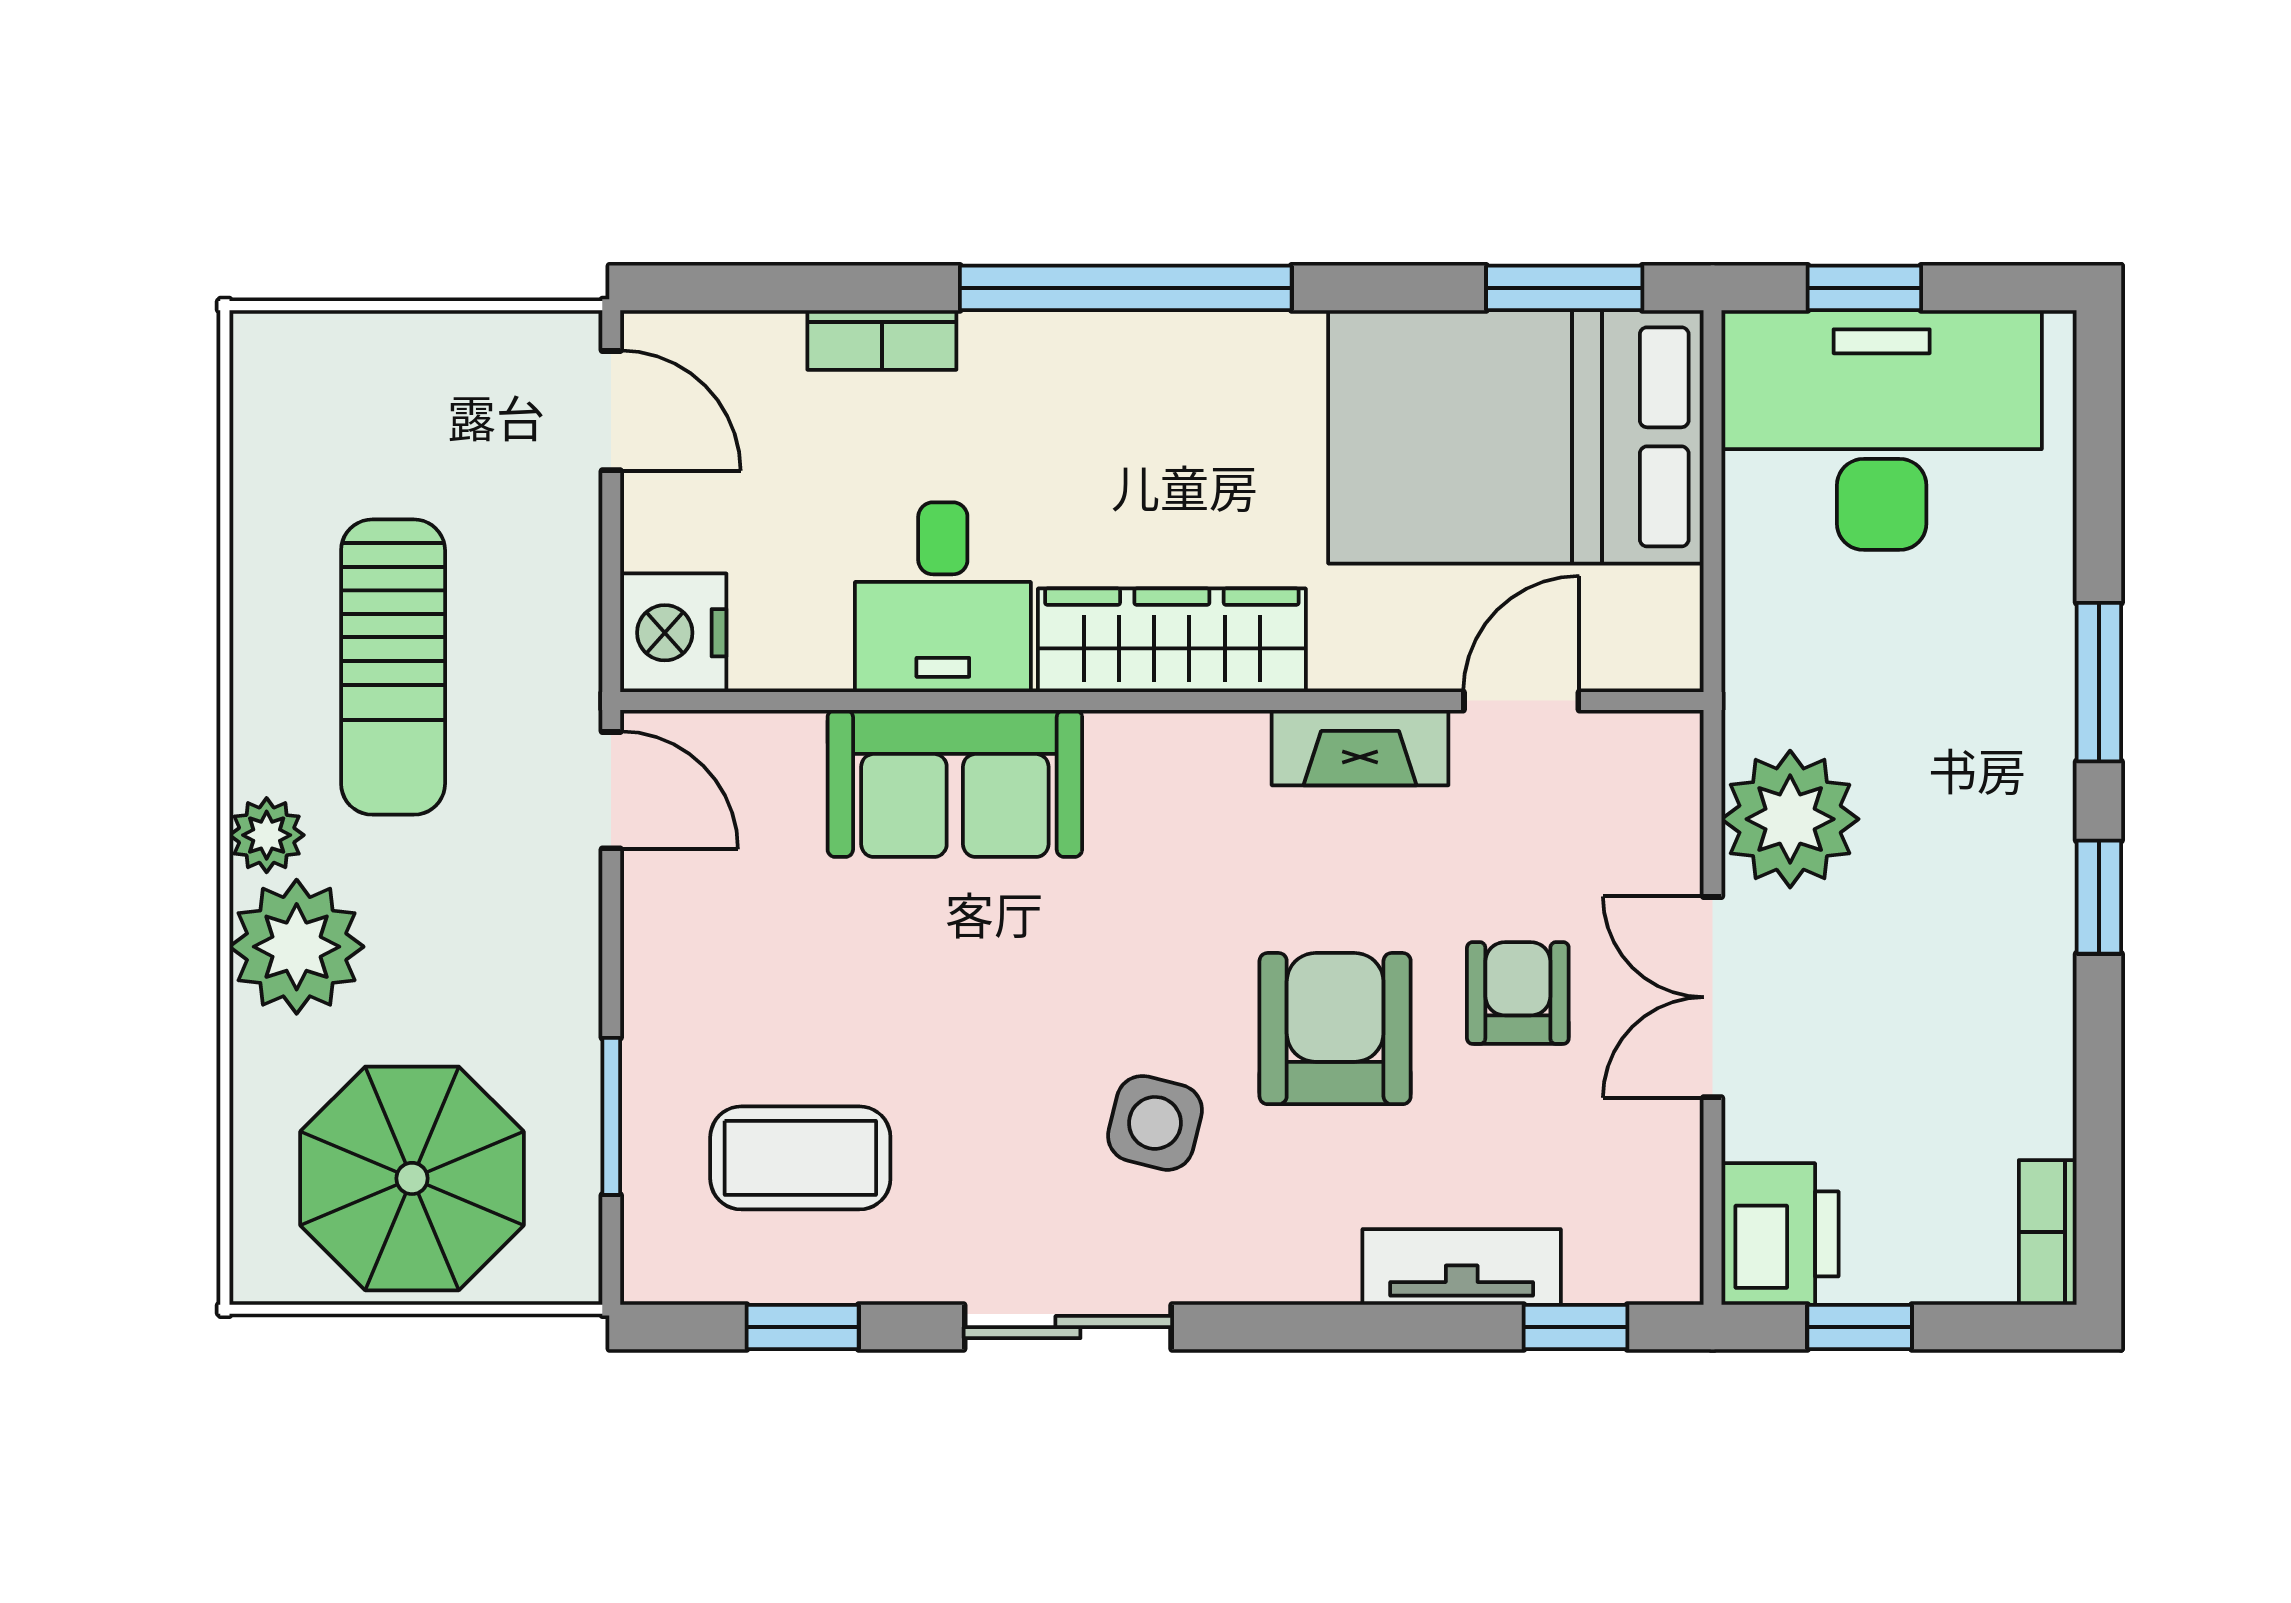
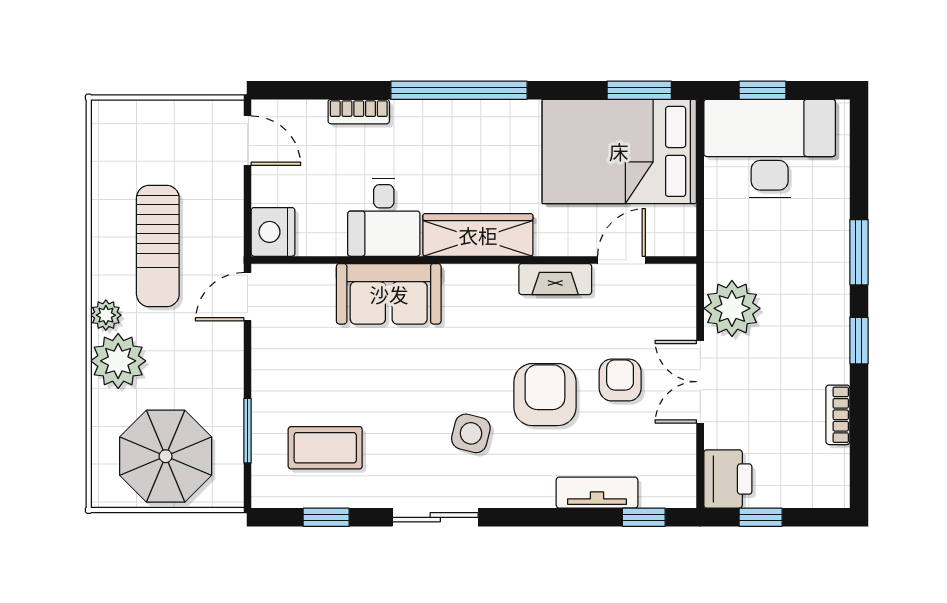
door: (611, 790) -> (247, 297), swing flipped
bookcase: (2048, 1232) -> (838, 415), moved

